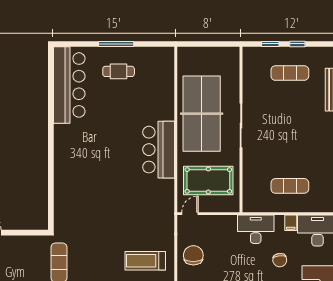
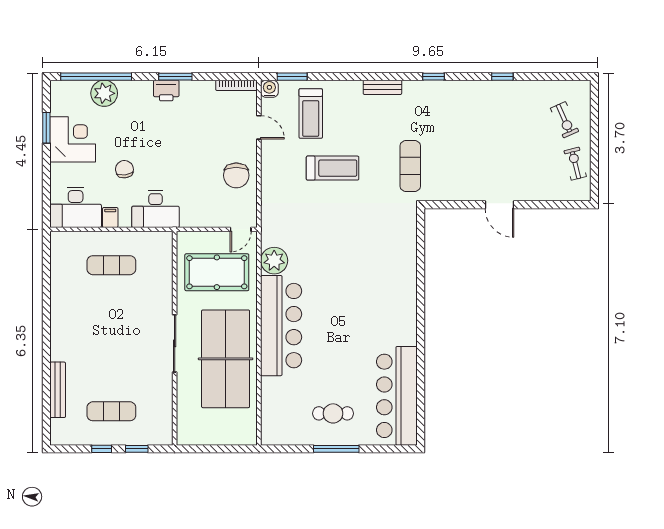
bar counter: (159, 150) -> (281, 326), width x1.36
plant: (164, 190) -> (274, 261), added
treadmill: (145, 261) -> (333, 168), moved

